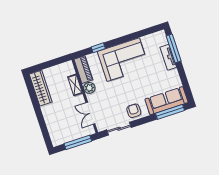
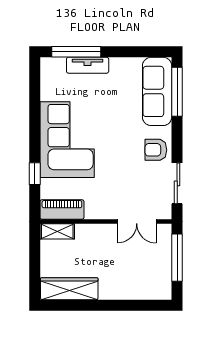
shelving: (75, 85) -> (57, 231), moved
plant: (89, 88) -> (95, 210), removed

